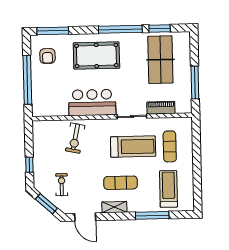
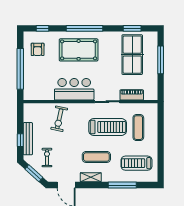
window: (120, 29) -> (84, 28), moved
window: (53, 31) -> (43, 28), width x0.46
window: (195, 83) -> (161, 60), moved
bench: (38, 163) -> (28, 139), added
treadmill: (169, 189) -> (137, 163), turned -90

